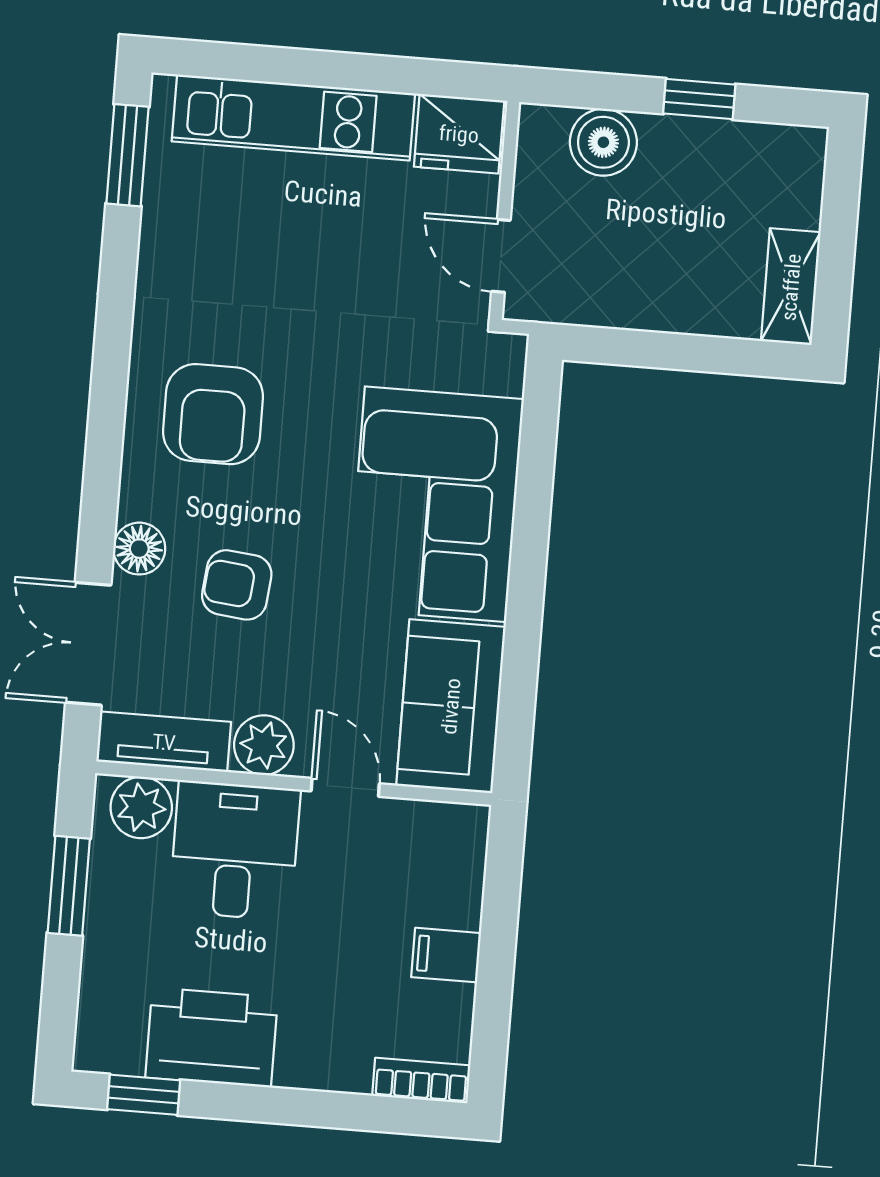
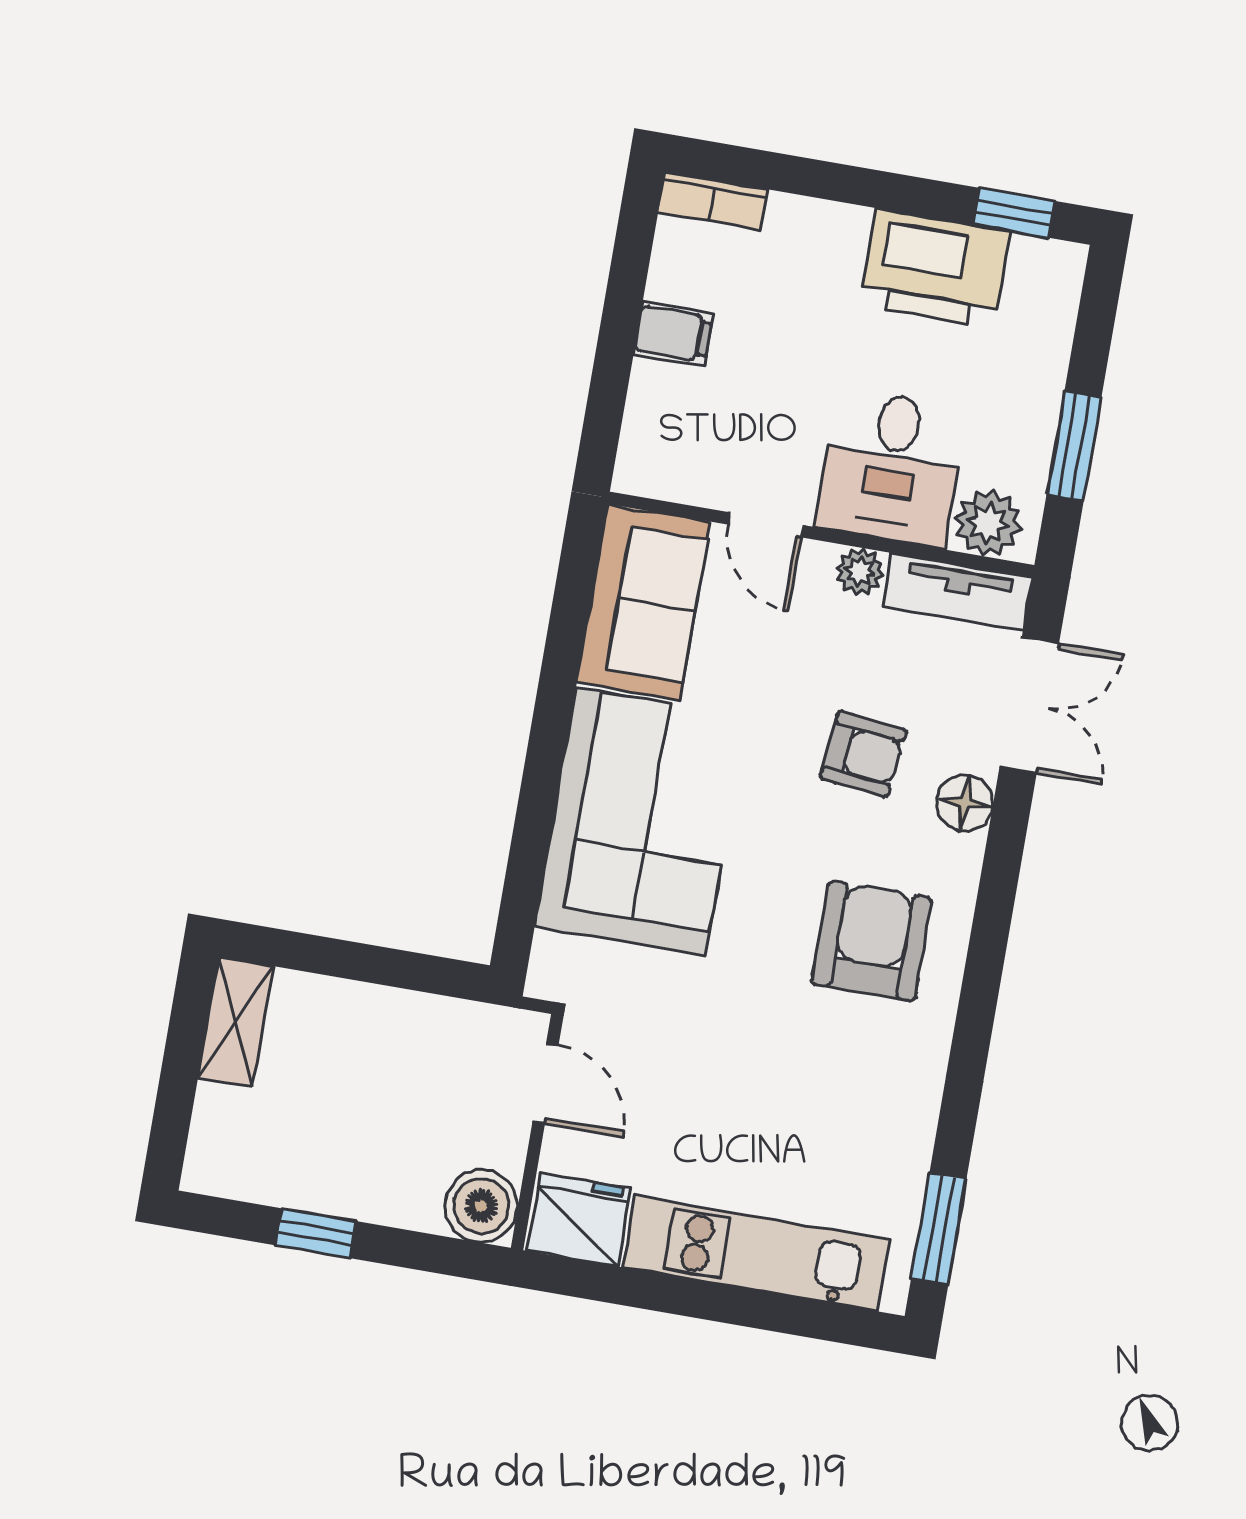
boiler: (603, 142) -> (481, 1206), moved
plant: (264, 745) -> (860, 571), width x0.73, depth x0.73

